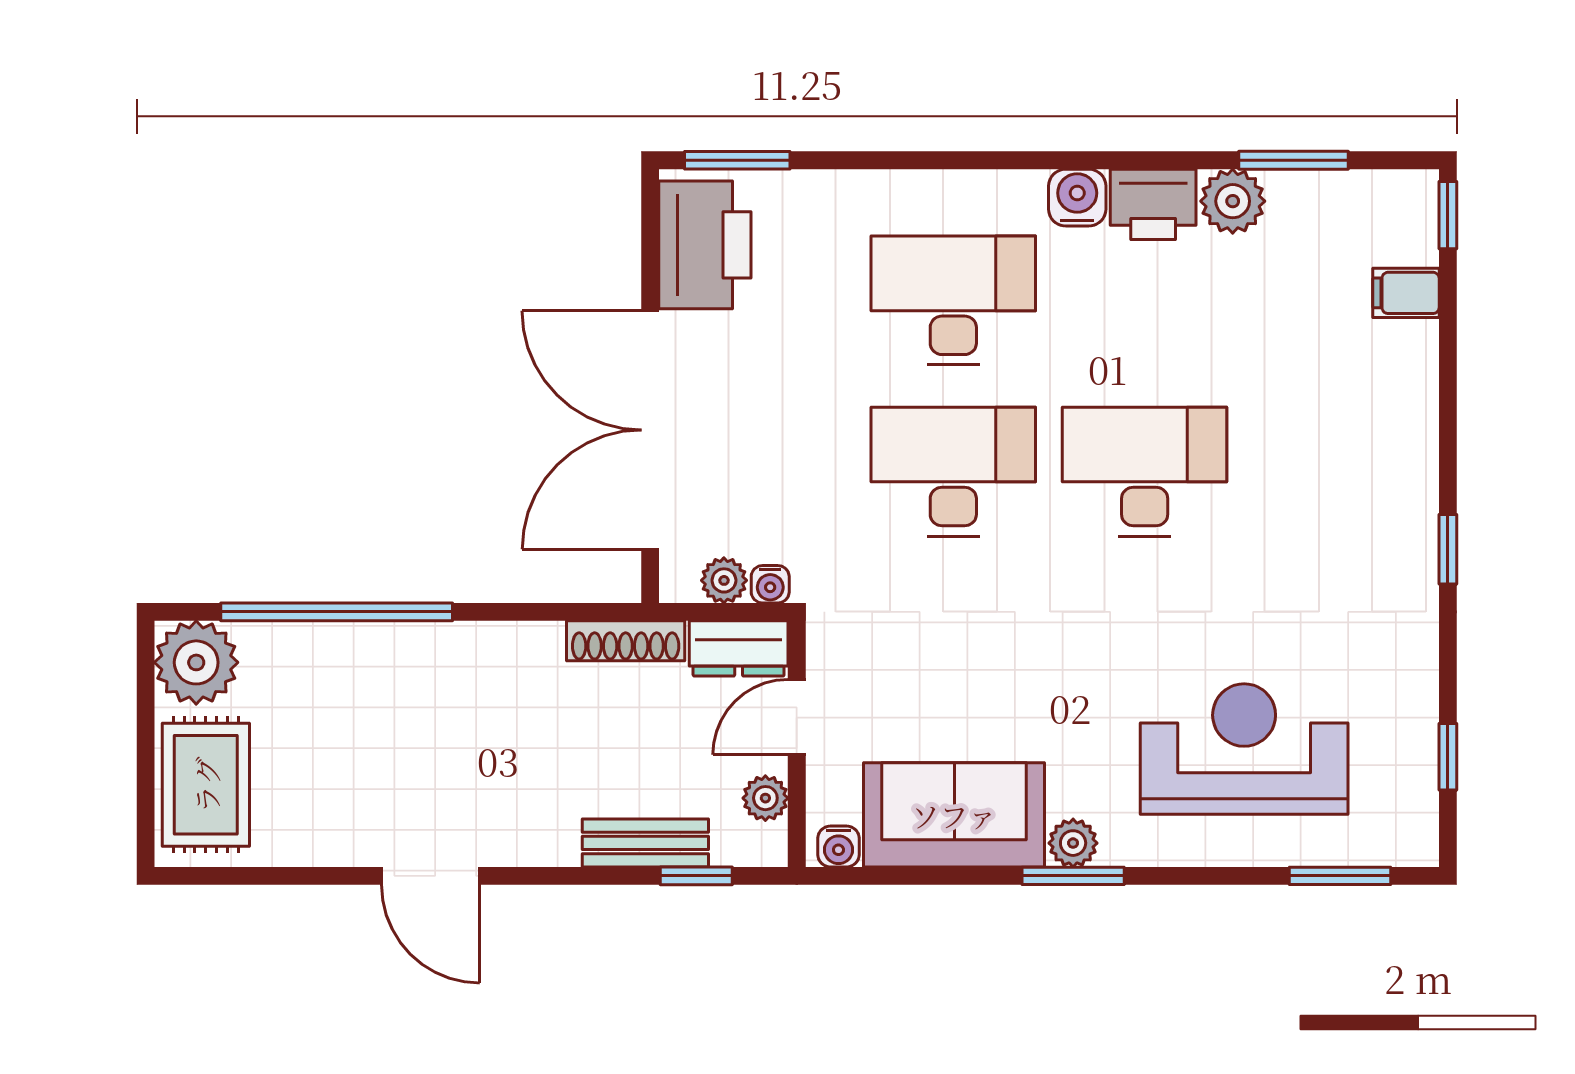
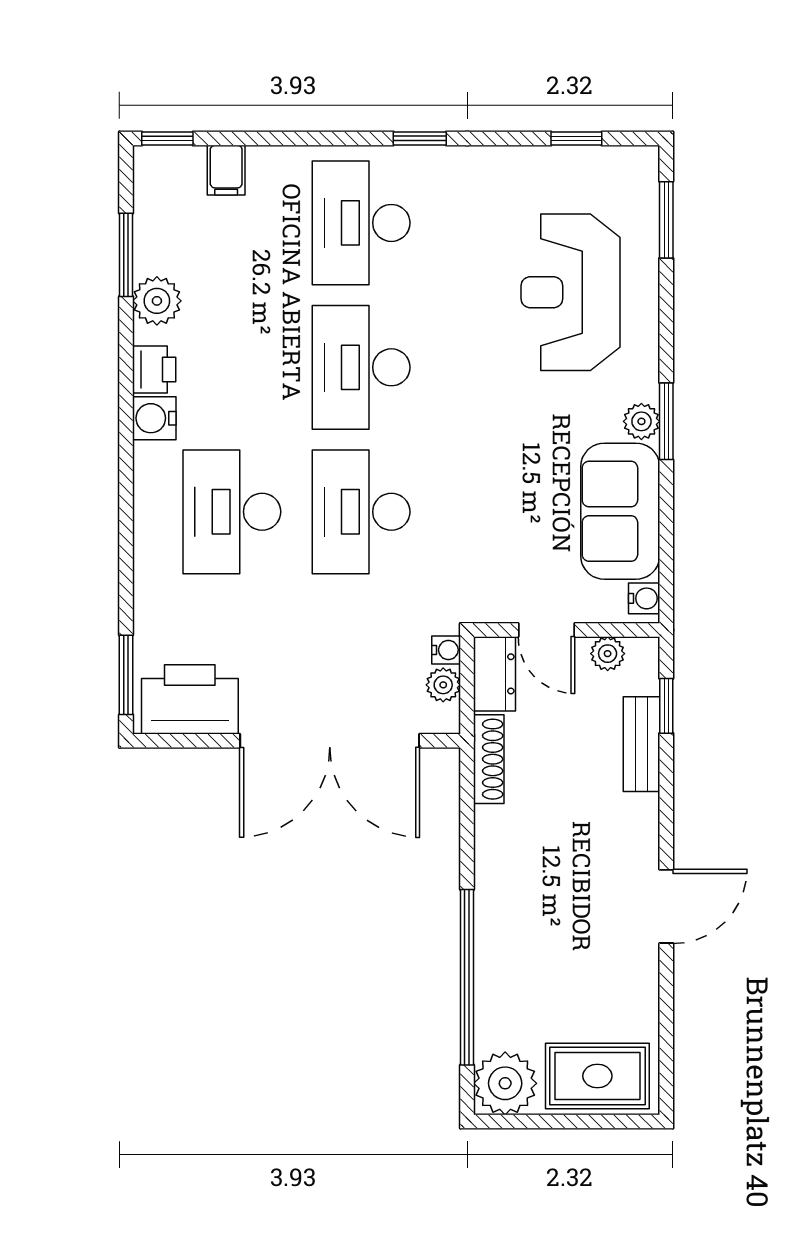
printer: (1153, 204) -> (154, 369), width x0.73, depth x0.81
desk: (1336, 472) -> (361, 223), added

